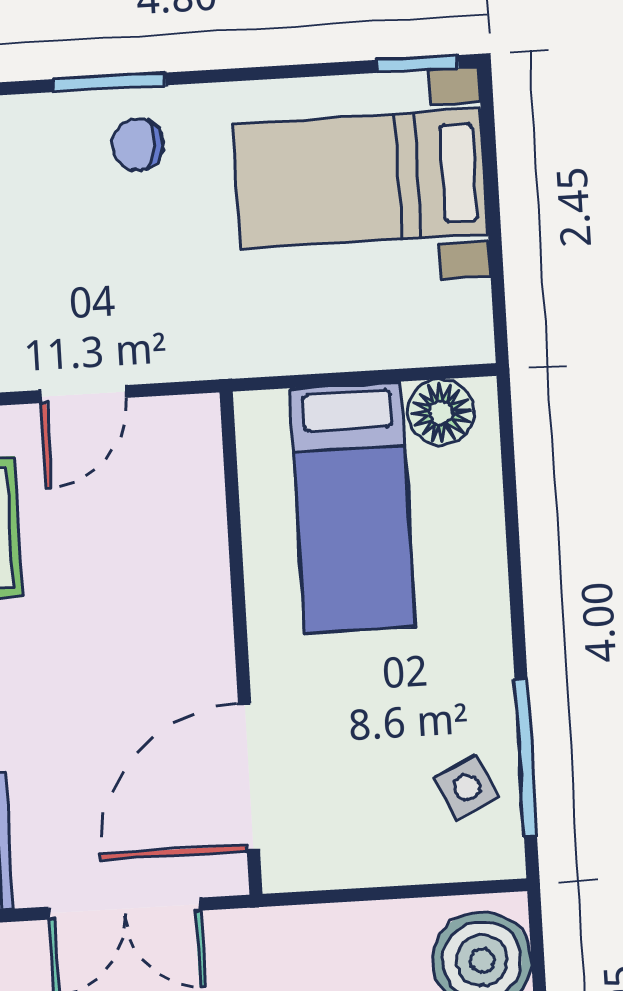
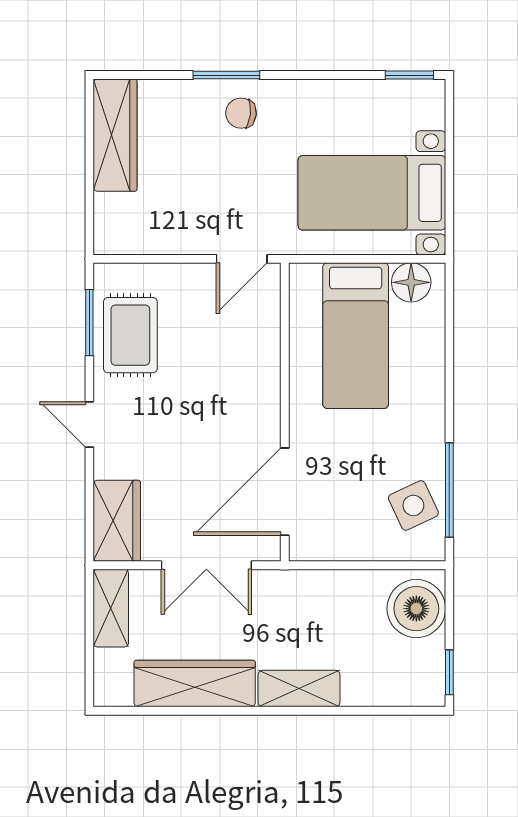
bed with nightstands: (361, 179) -> (372, 193), moved
door: (83, 394) -> (242, 259), moved
side table: (467, 787) -> (413, 505), width x1.37, depth x1.37

